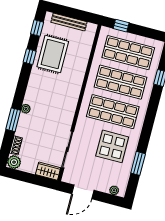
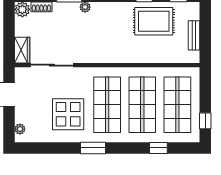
bench: (69, 22) -> (194, 35), width x0.73
window: (121, 26) -> (205, 121), moved
window: (138, 163) -> (93, 148), moved

